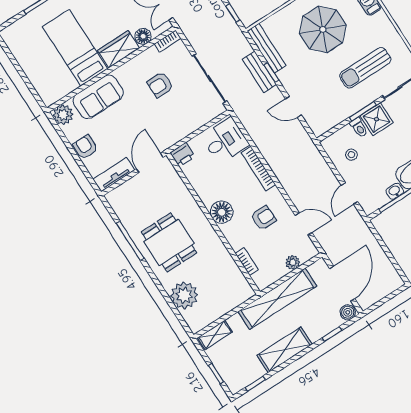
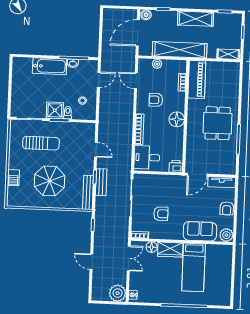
piano: (231, 277) -> (197, 80), added
plant: (184, 295) -> (230, 88), removed

